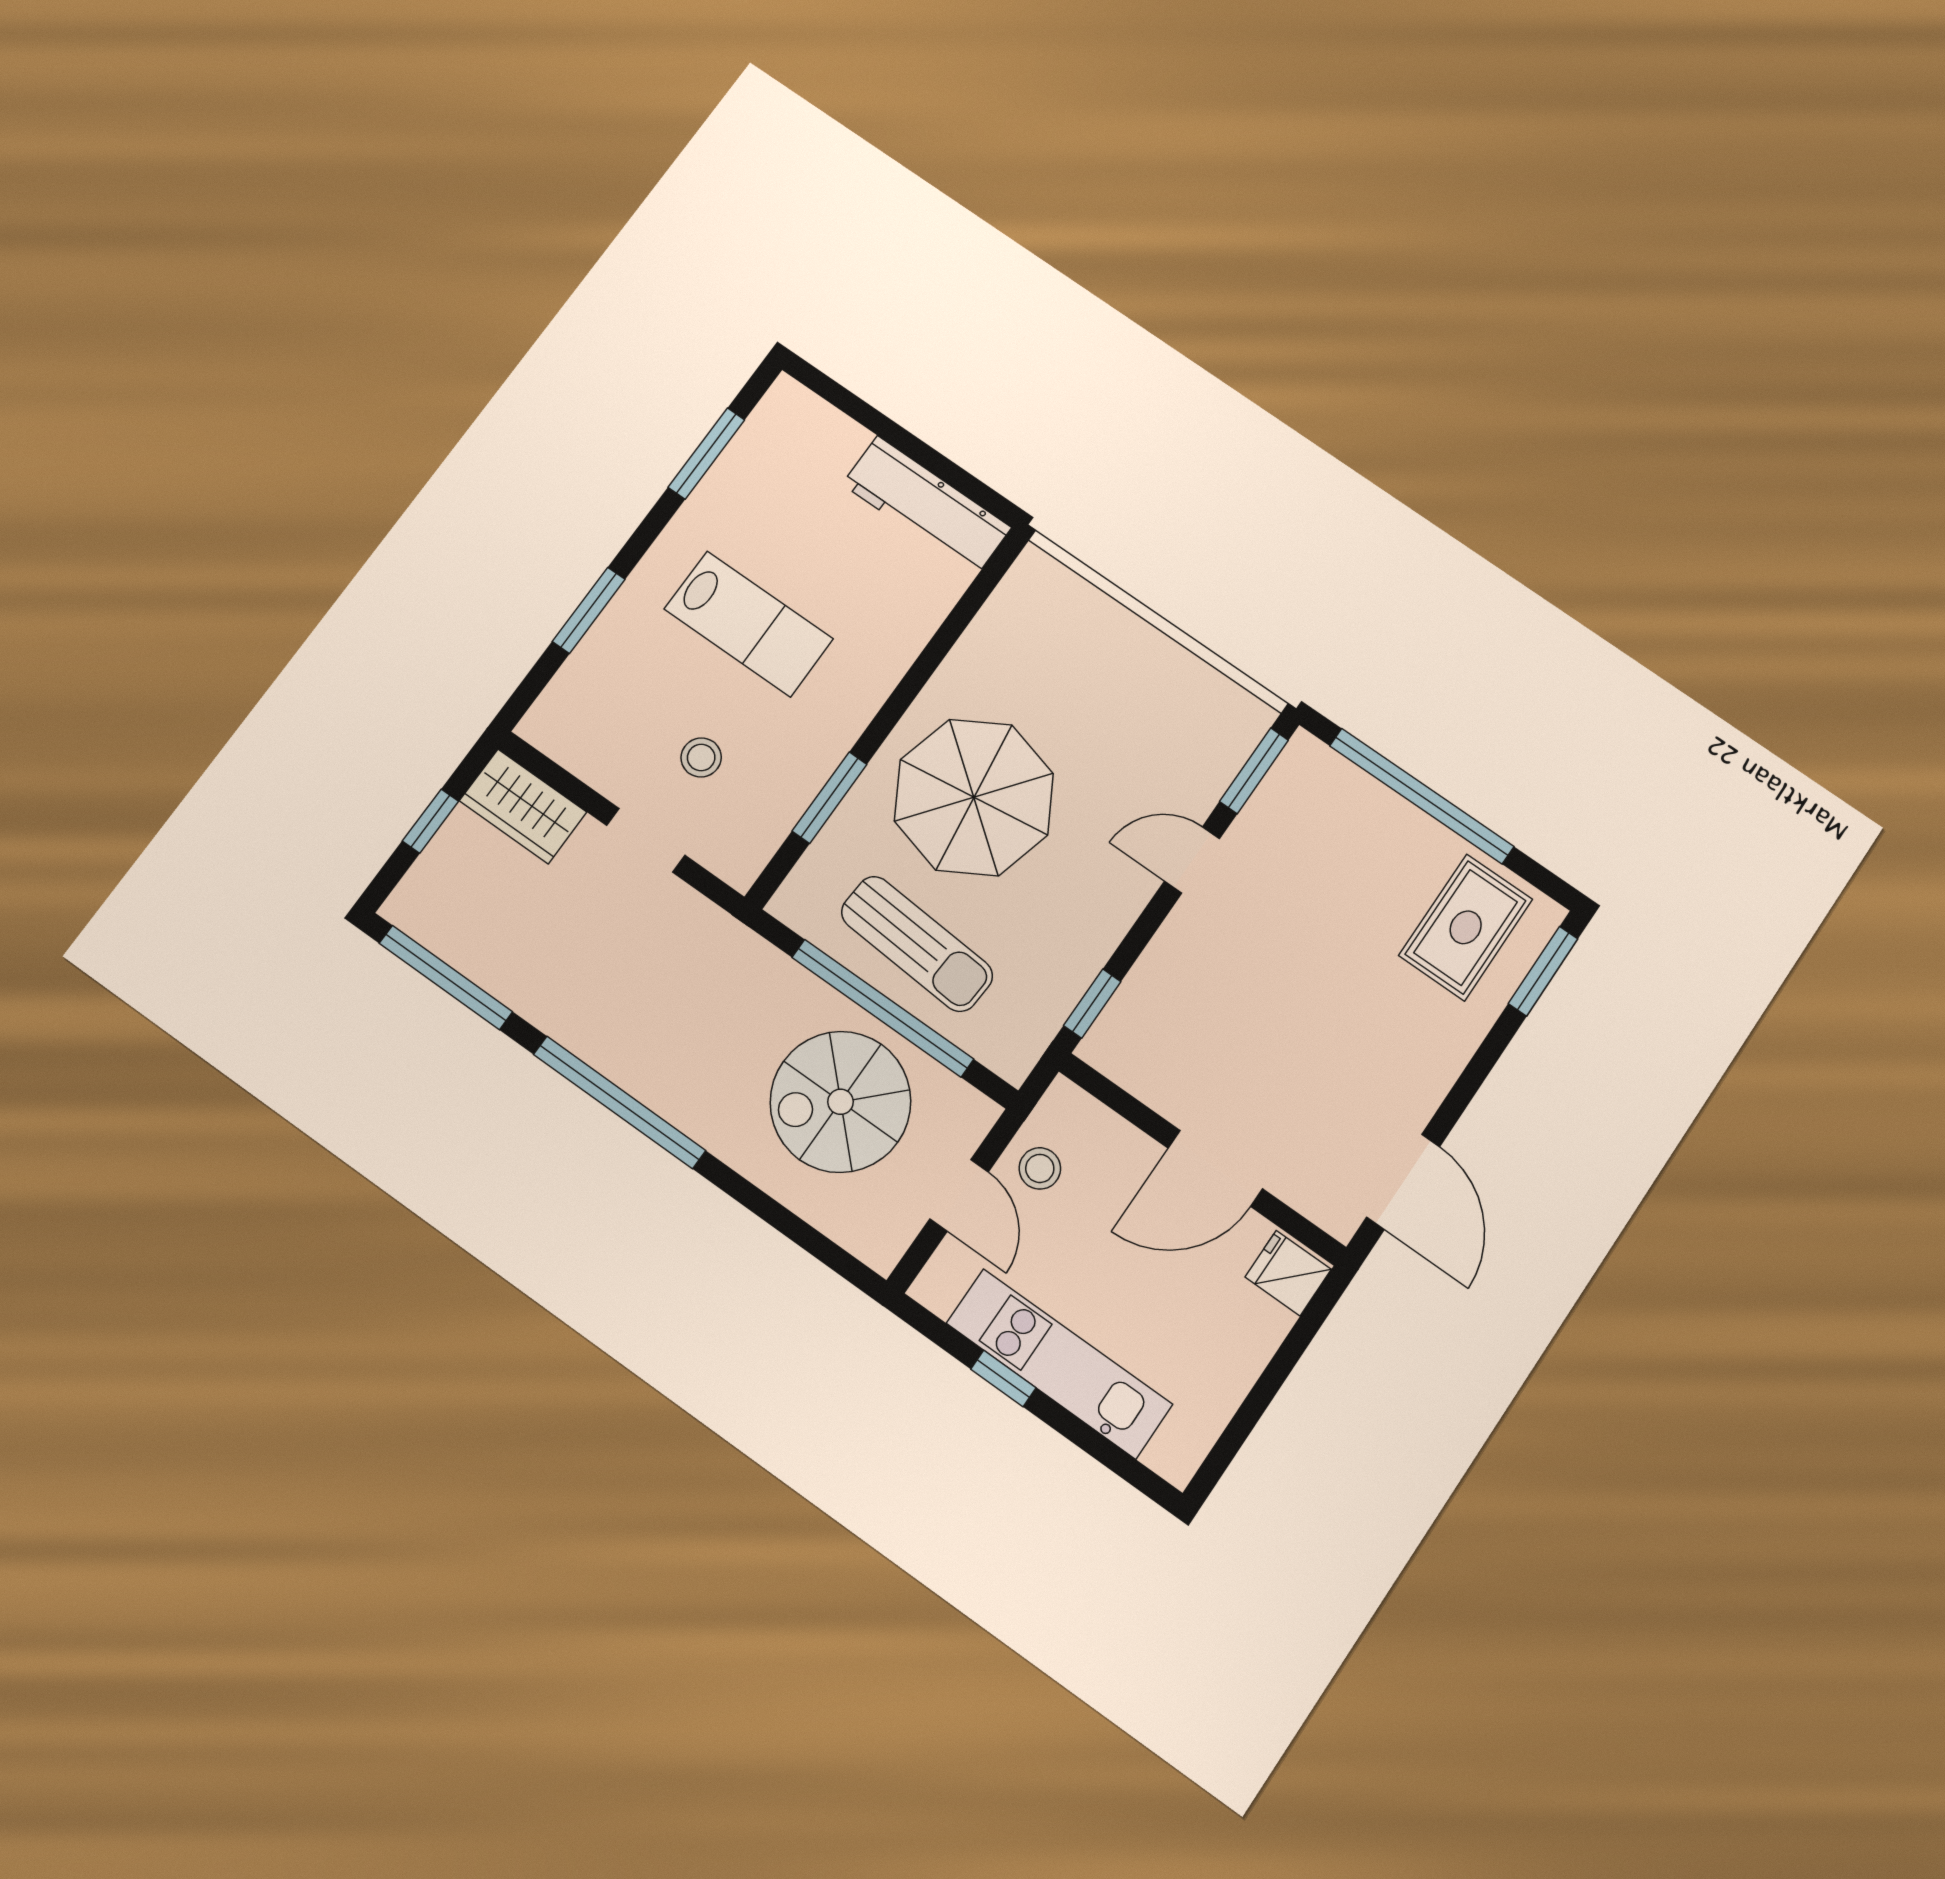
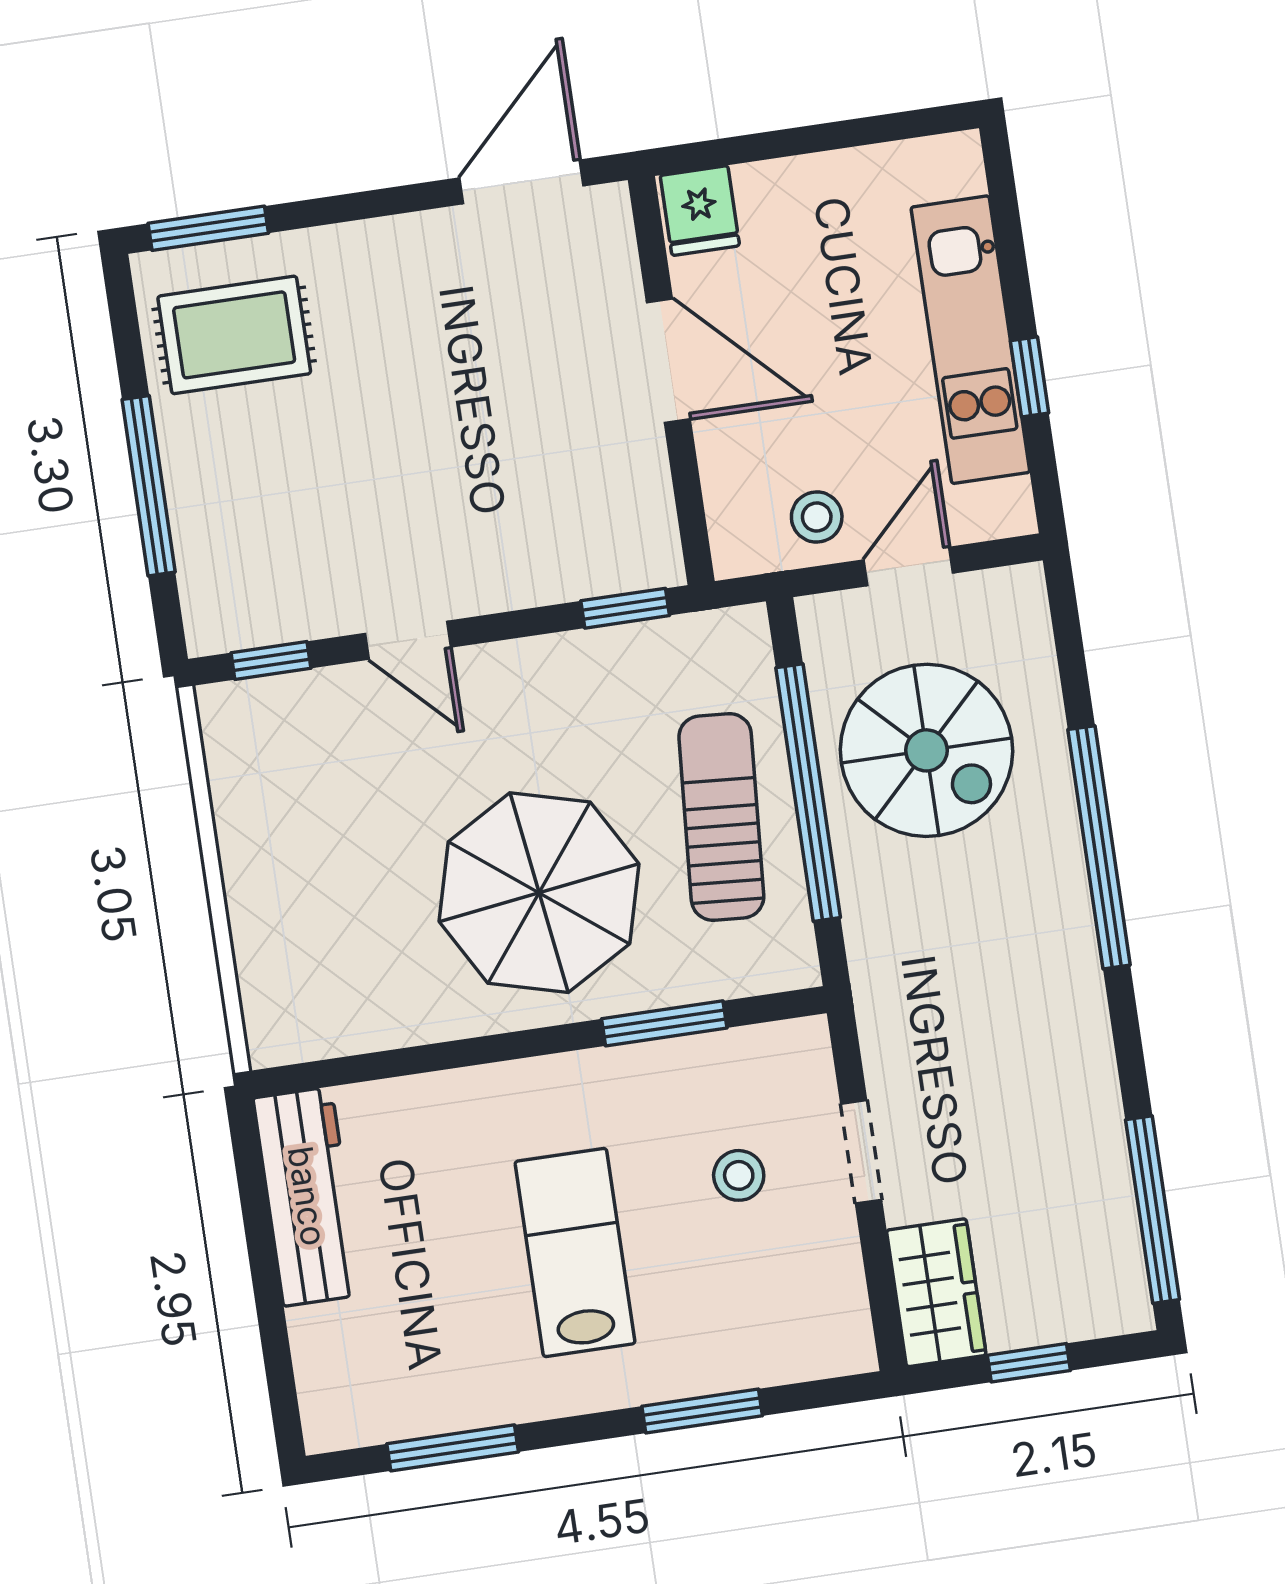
window: (1254, 771) -> (271, 661), width x0.67
window: (1422, 796) -> (149, 486), width x0.68
window: (619, 1102) -> (1099, 847), moved

